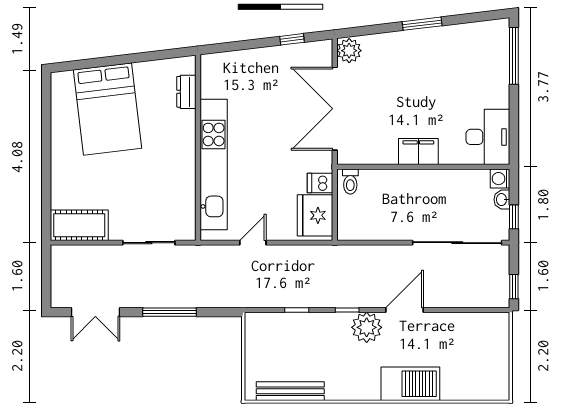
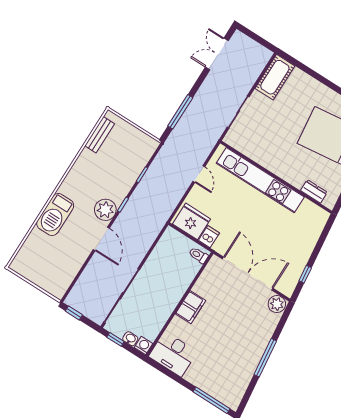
window: (422, 24) -> (265, 358), width x1.44
window: (170, 312) -> (180, 112), moved
bench: (290, 391) -> (100, 135), width x0.73

